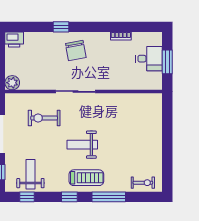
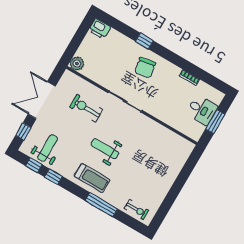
window: (69, 197) -> (53, 177), moved

